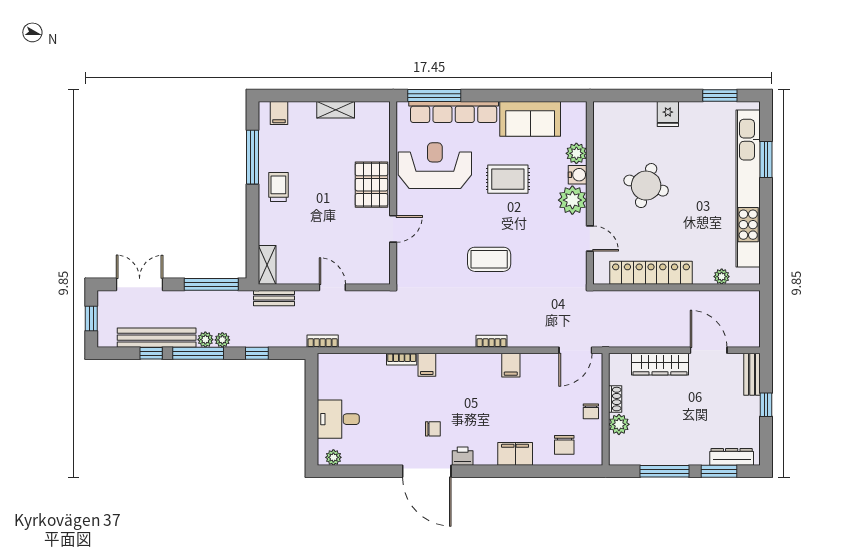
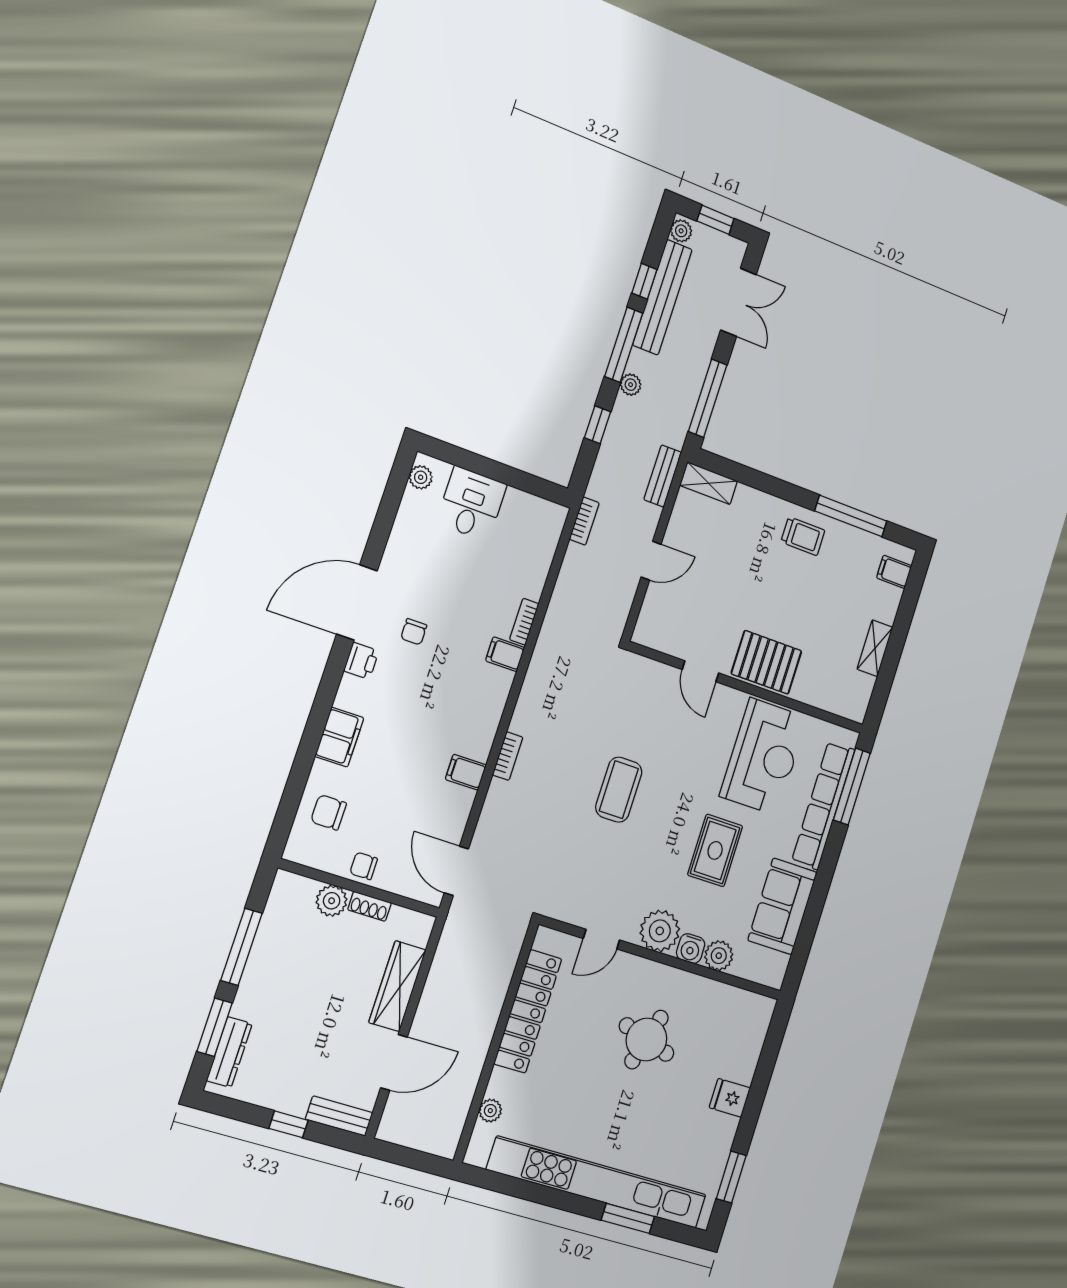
plant: (205, 340) -> (681, 231), moved

